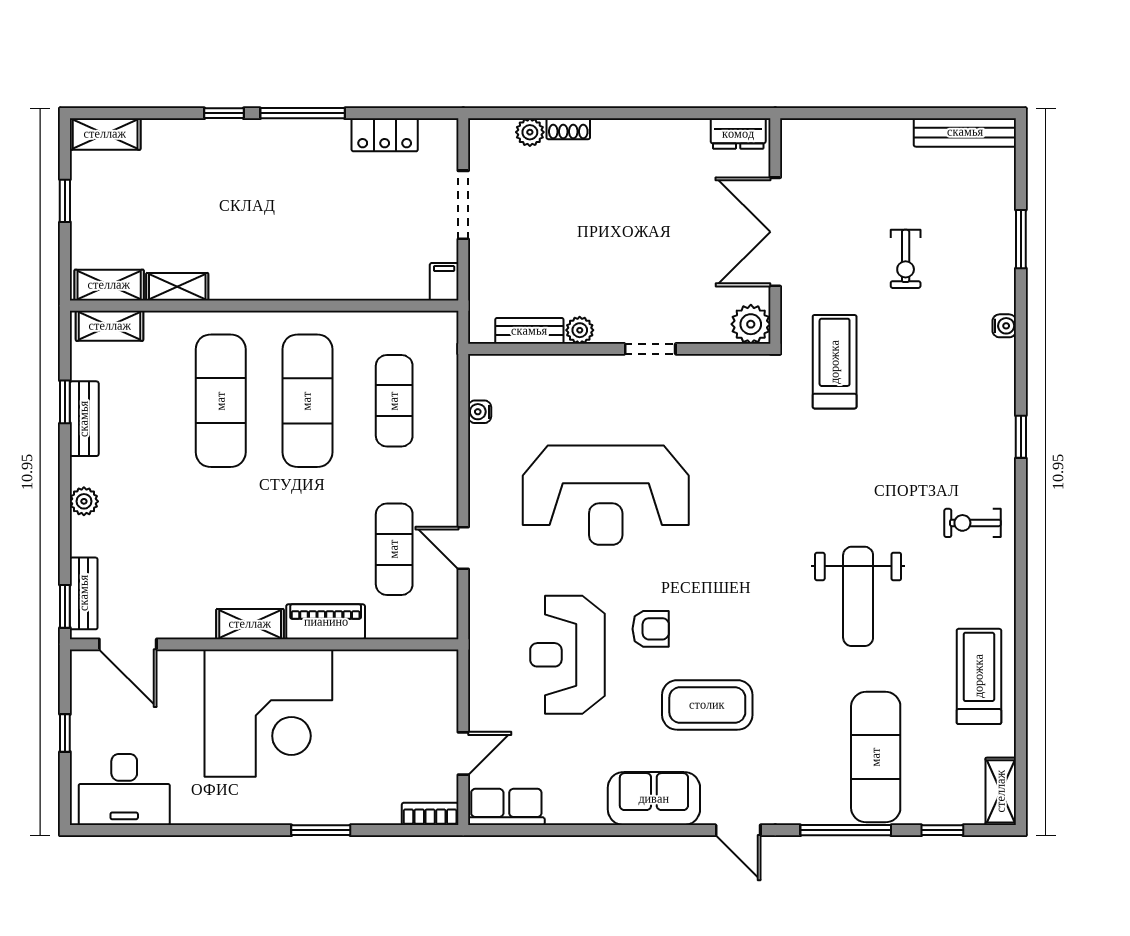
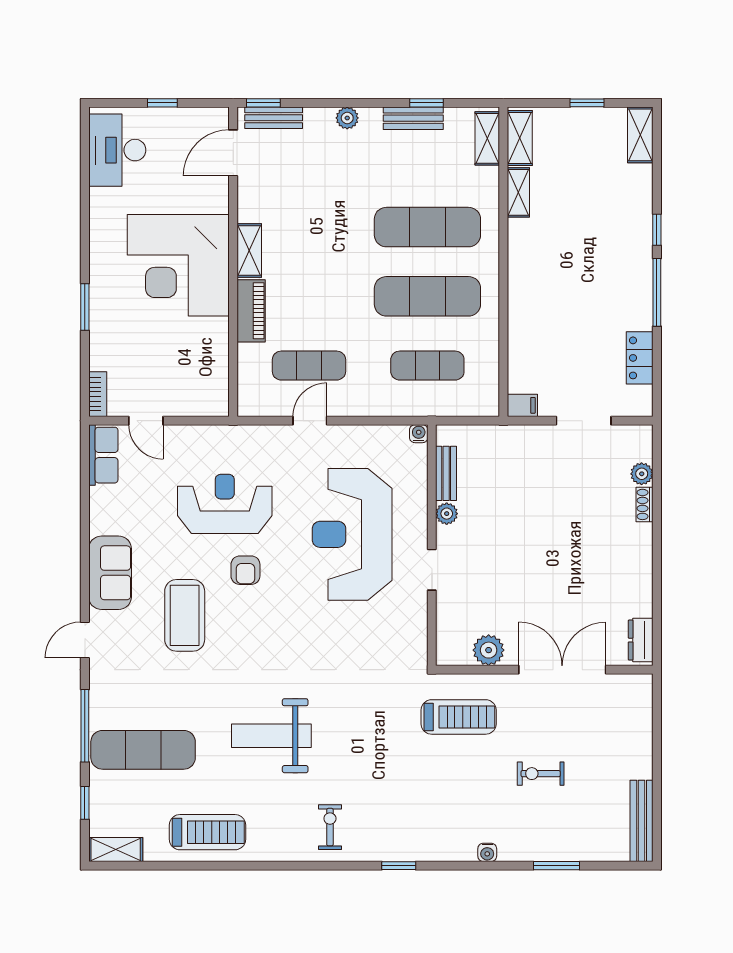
plant: (580, 330) -> (447, 514), moved
bench: (529, 331) -> (446, 473), moved
wall: (619, 349) -> (432, 545), moved
doorway: (650, 349) -> (432, 570), moved

